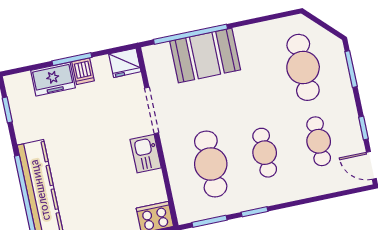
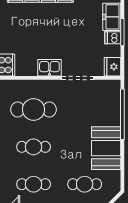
booth: (205, 55) -> (106, 148), moved
cafe table: (303, 67) -> (85, 184), width x0.73, depth x0.74

